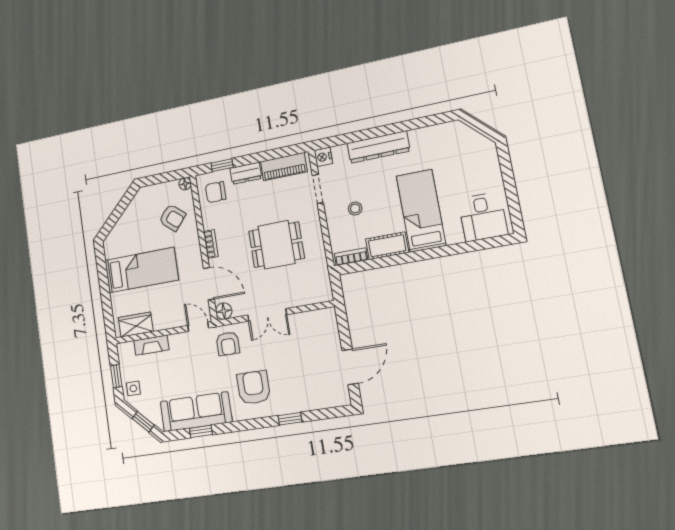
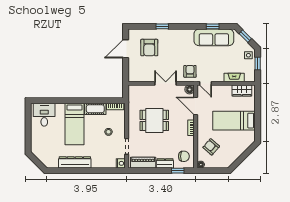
dresser: (378, 147) -> (75, 162), moved
armchair: (254, 388) -> (149, 48), moved

